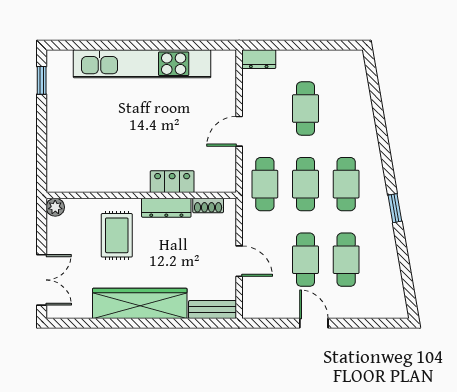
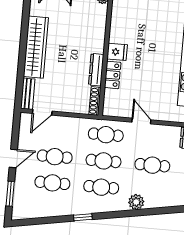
plant: (364, 128) -> (136, 202), added
fridge: (136, 178) -> (117, 52), added
shoe rack: (208, 205) -> (95, 101), width x1.43
rug: (117, 235) -> (81, 36), removed
door: (239, 261) -> (42, 112), moved
window: (369, 323) -> (10, 194), added

